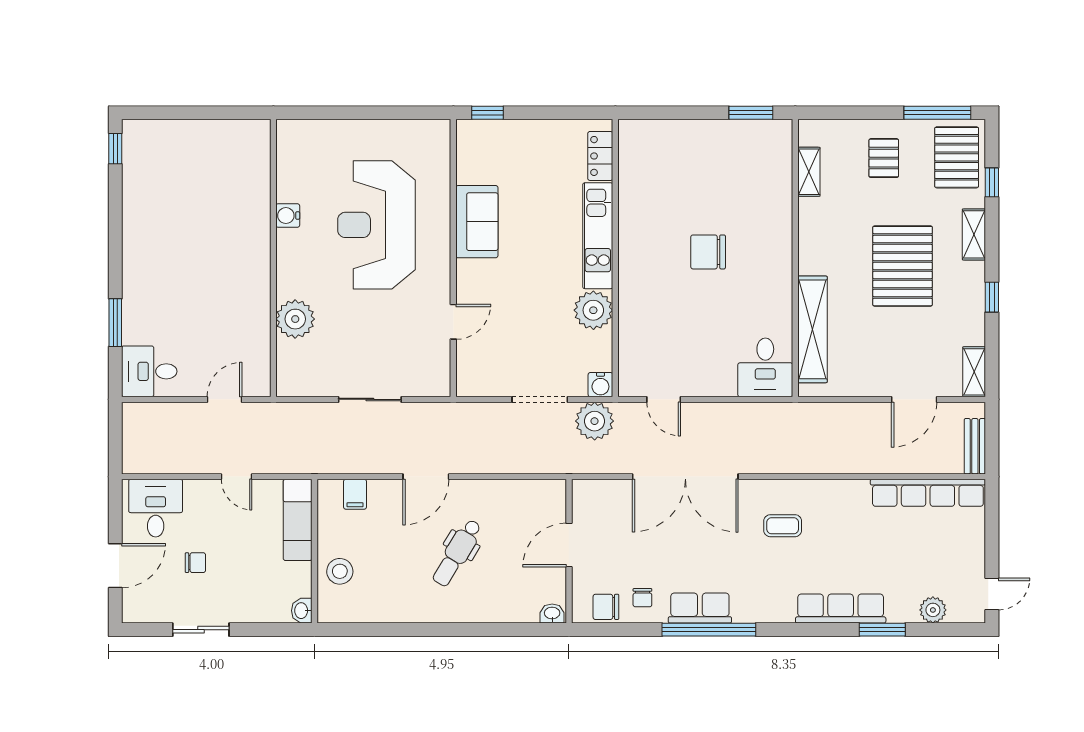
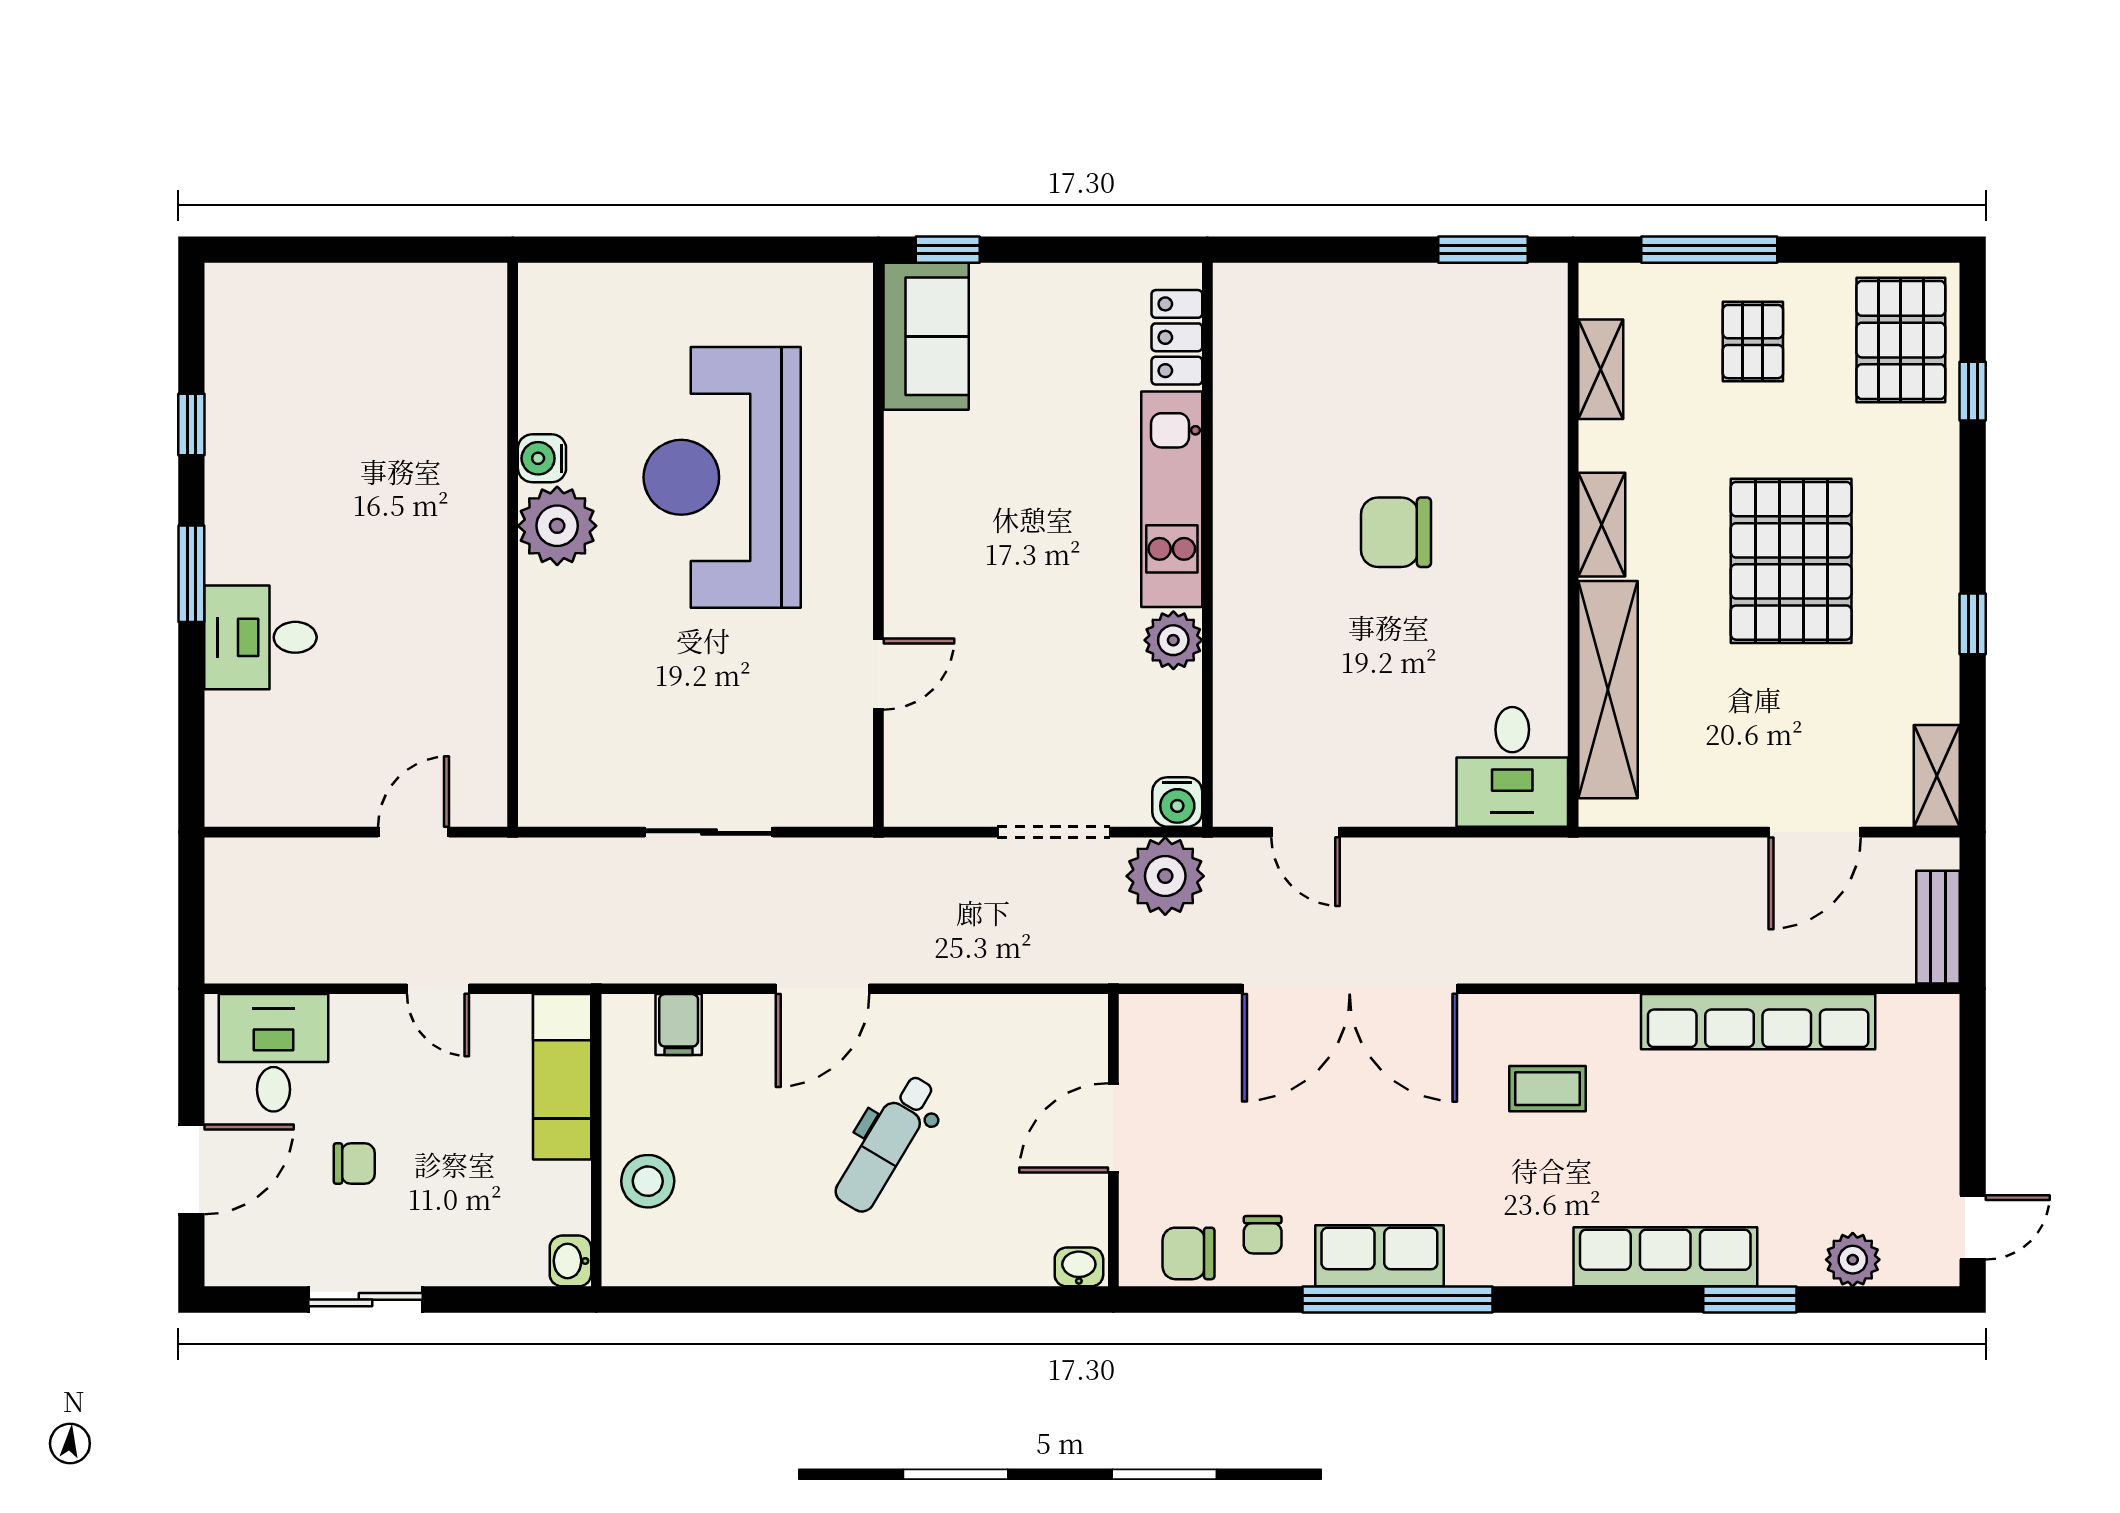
window: (937, 113) -> (1709, 250), moved
window: (115, 149) -> (191, 424), moved
sofa: (477, 222) -> (926, 336), moved
shelving: (974, 234) -> (1602, 525), moved
plant: (593, 310) -> (1173, 640), width x0.73, depth x0.73
plant: (295, 319) -> (557, 526), moved
window: (115, 323) -> (191, 574), moved
desk: (149, 371) -> (260, 637), moved
row of seats: (928, 493) -> (1758, 1022), moved

